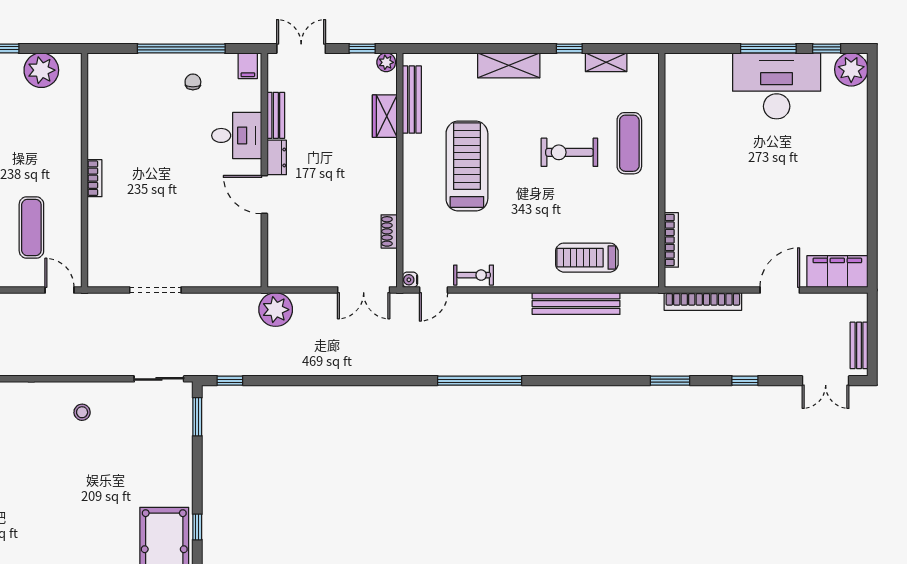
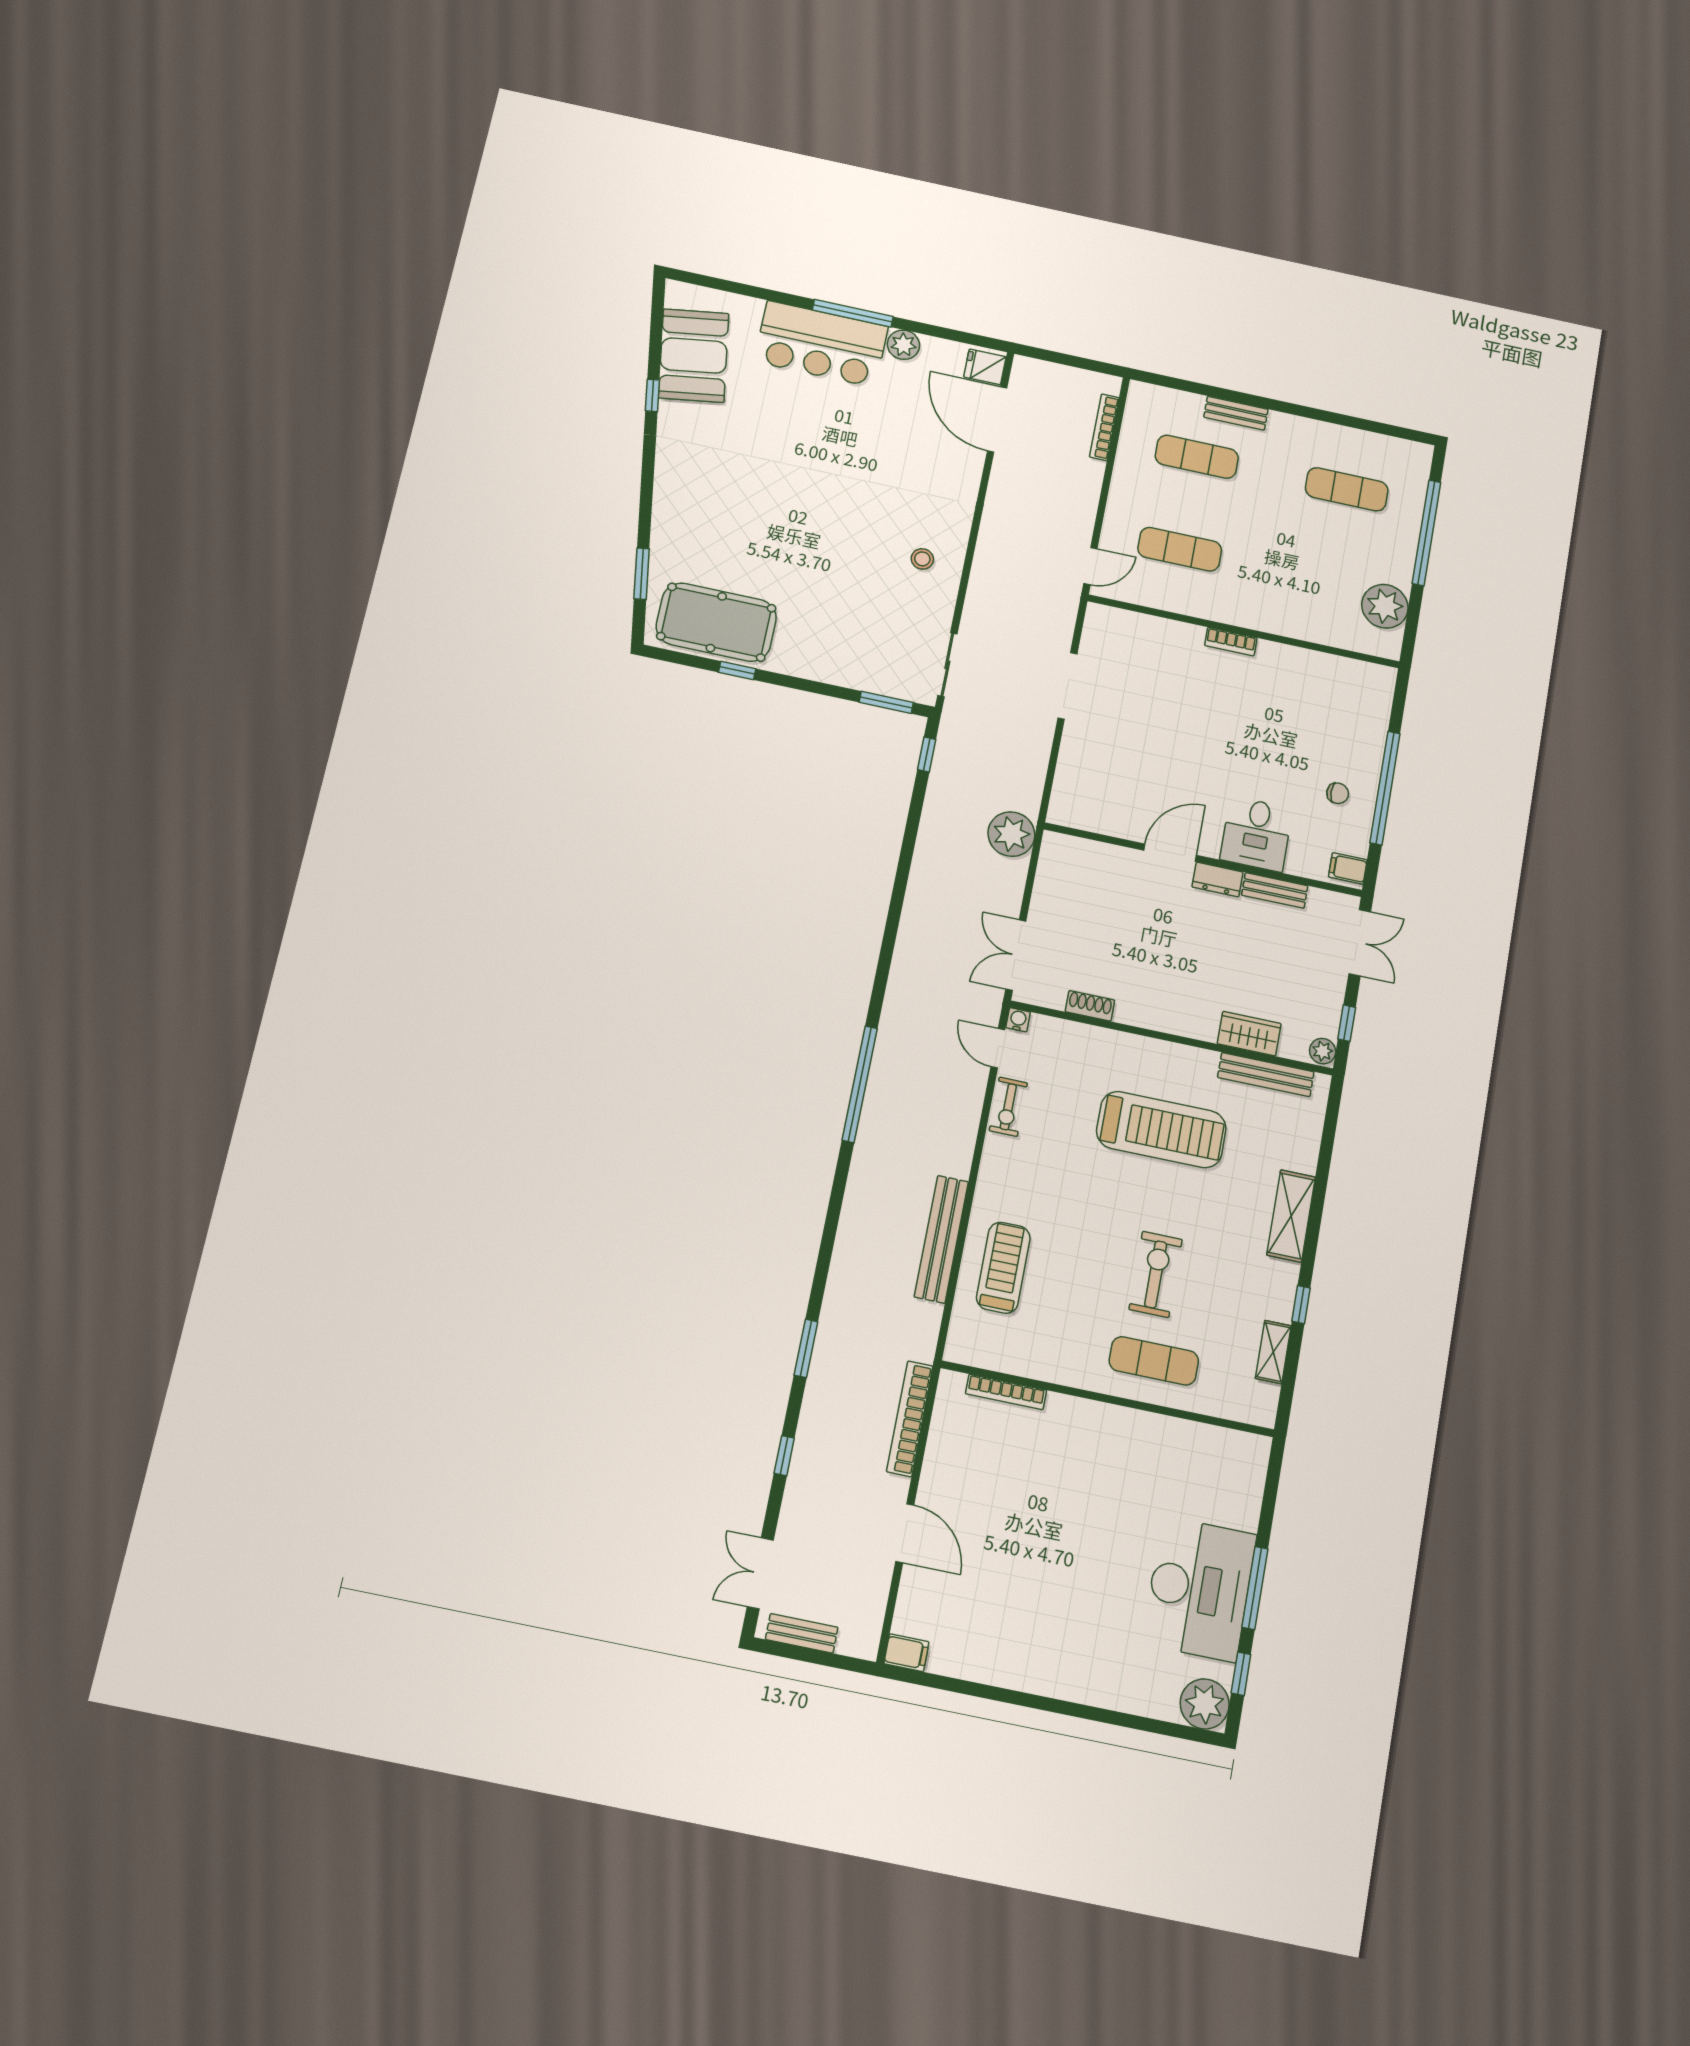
filing cabinet: (837, 272) -> (906, 1653), width x0.33, depth x0.86

